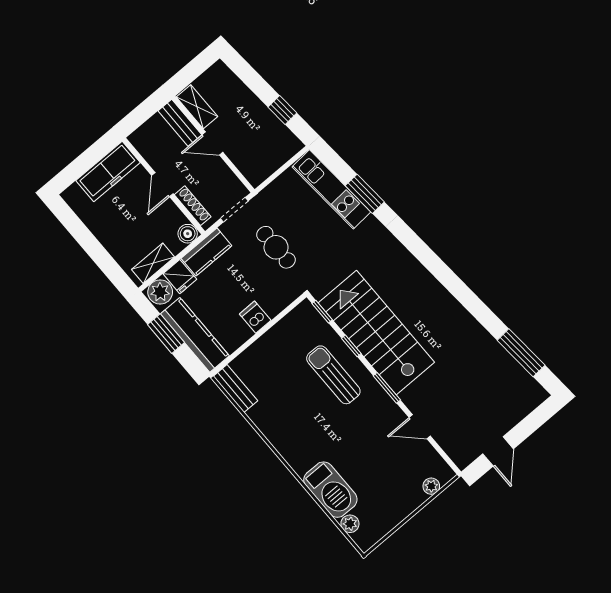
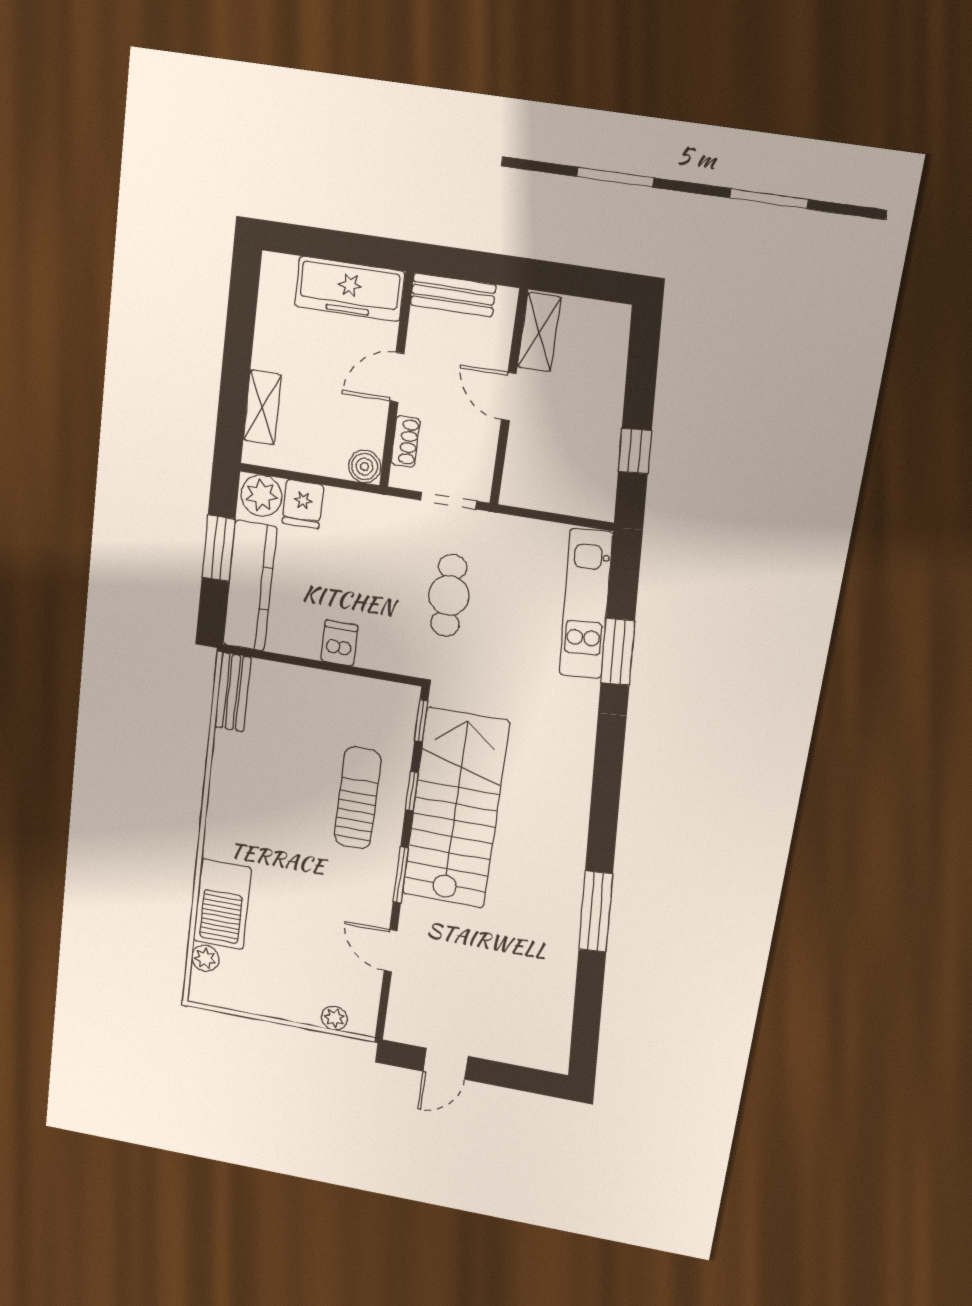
bench: (180, 123) -> (453, 295), moved, turned 90
shoe rack: (193, 206) -> (405, 441), width x0.70
kitchen counter: (206, 252) -> (363, 511), removed
shelving: (153, 263) -> (262, 407), moved, turned 90
window: (521, 353) -> (596, 912), moved

